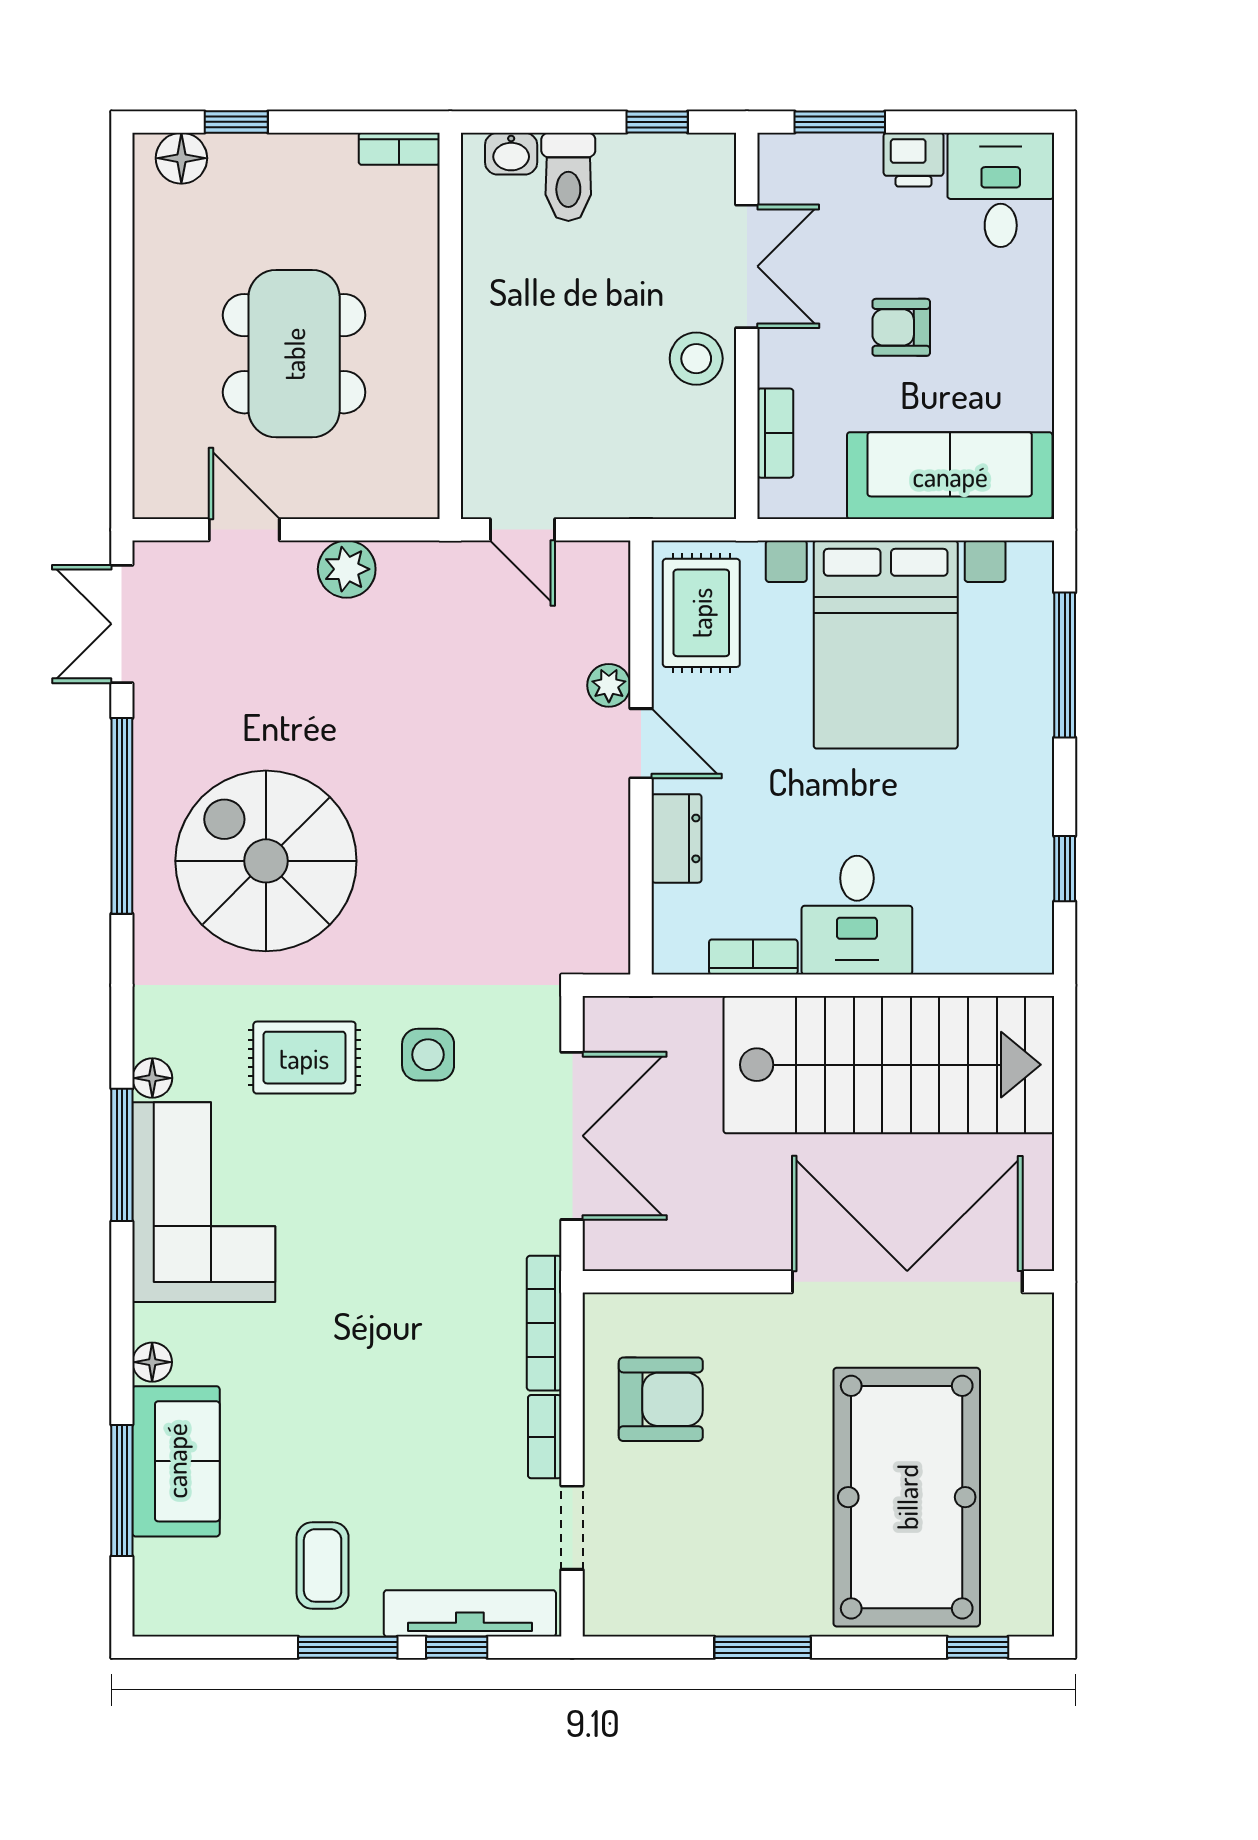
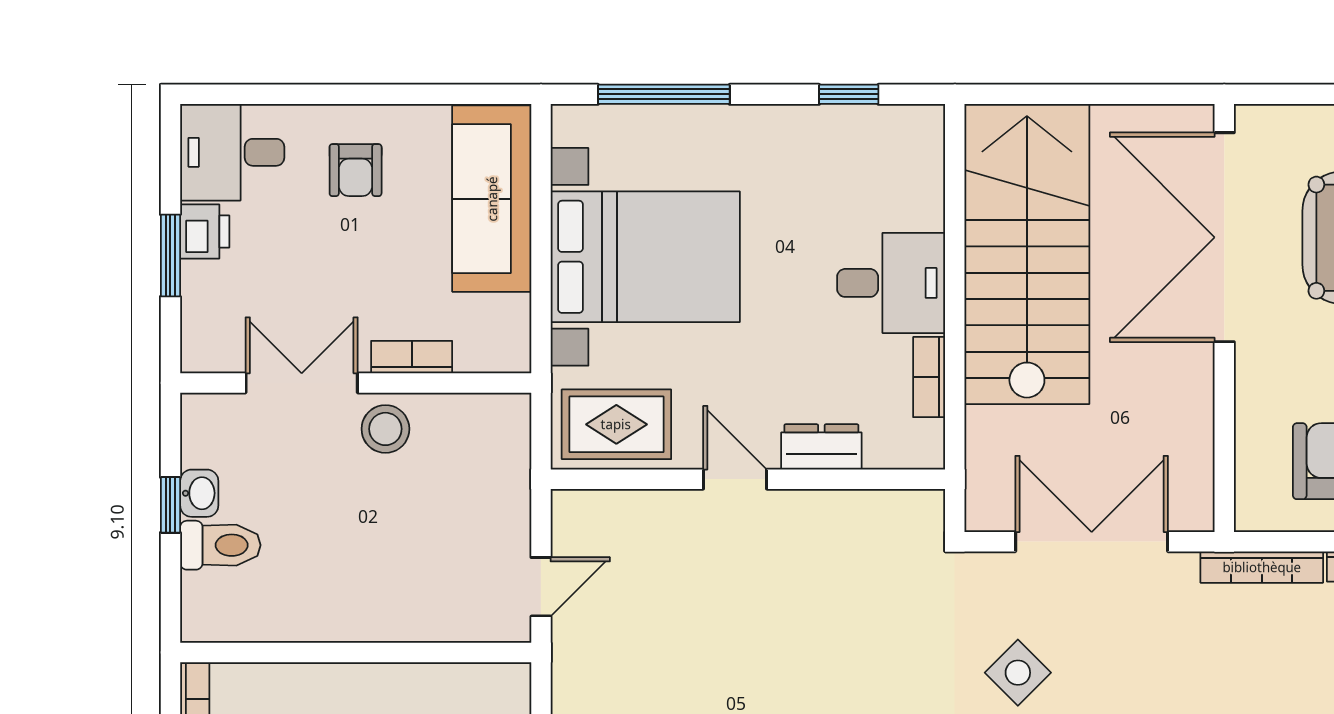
window: (657, 122) -> (170, 505), moved
window: (840, 122) -> (170, 255), moved
washbasin: (511, 154) -> (199, 493), moved
armchair: (901, 327) -> (356, 170), moved
bookcase: (775, 433) -> (412, 357), moved
plant: (609, 685) -> (682, 508), removed
door: (641, 743) -> (735, 479), hinge flipped
side table: (428, 1055) -> (1018, 673), turned 45

